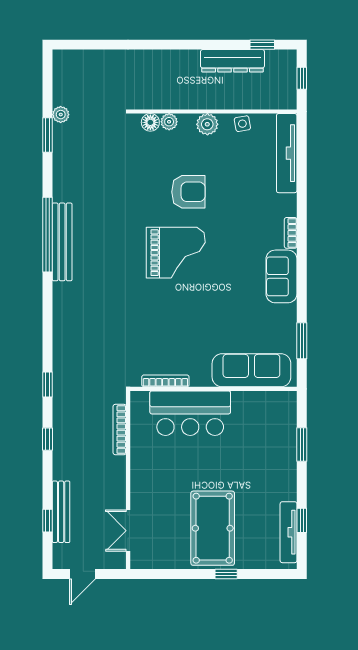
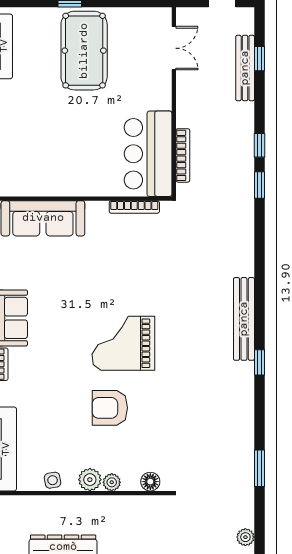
plant: (61, 115) -> (245, 537), moved
plant: (169, 122) -> (112, 482), moved
window: (48, 235) -> (259, 362), width x0.32
bench: (62, 242) -> (244, 319), moved
window: (48, 385) -> (259, 185), moved
bar counter: (190, 413) -> (148, 154), moved, turned -90

